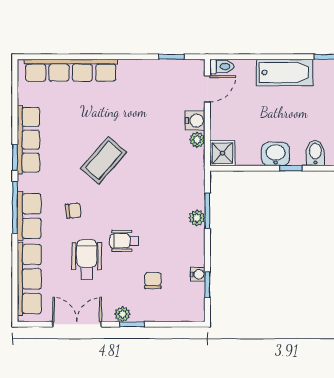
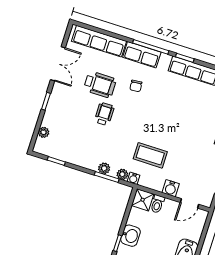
toilet: (222, 67) -> (157, 204), moved
door: (207, 89) -> (189, 203), hinge flipped
plant: (197, 140) -> (122, 174), moved
coffee table: (104, 160) -> (150, 155), moved, turned -41
water cooler: (198, 274) -> (133, 178), moved
chair: (153, 280) -> (71, 125), removed
plant: (122, 314) -> (44, 132), moved

